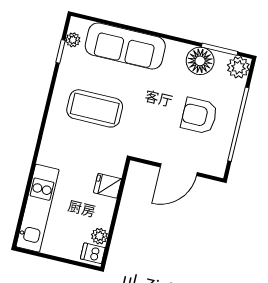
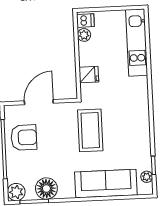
coffee table: (95, 108) -> (90, 130), moved, turned 90
armchair: (199, 116) -> (24, 137), moved

